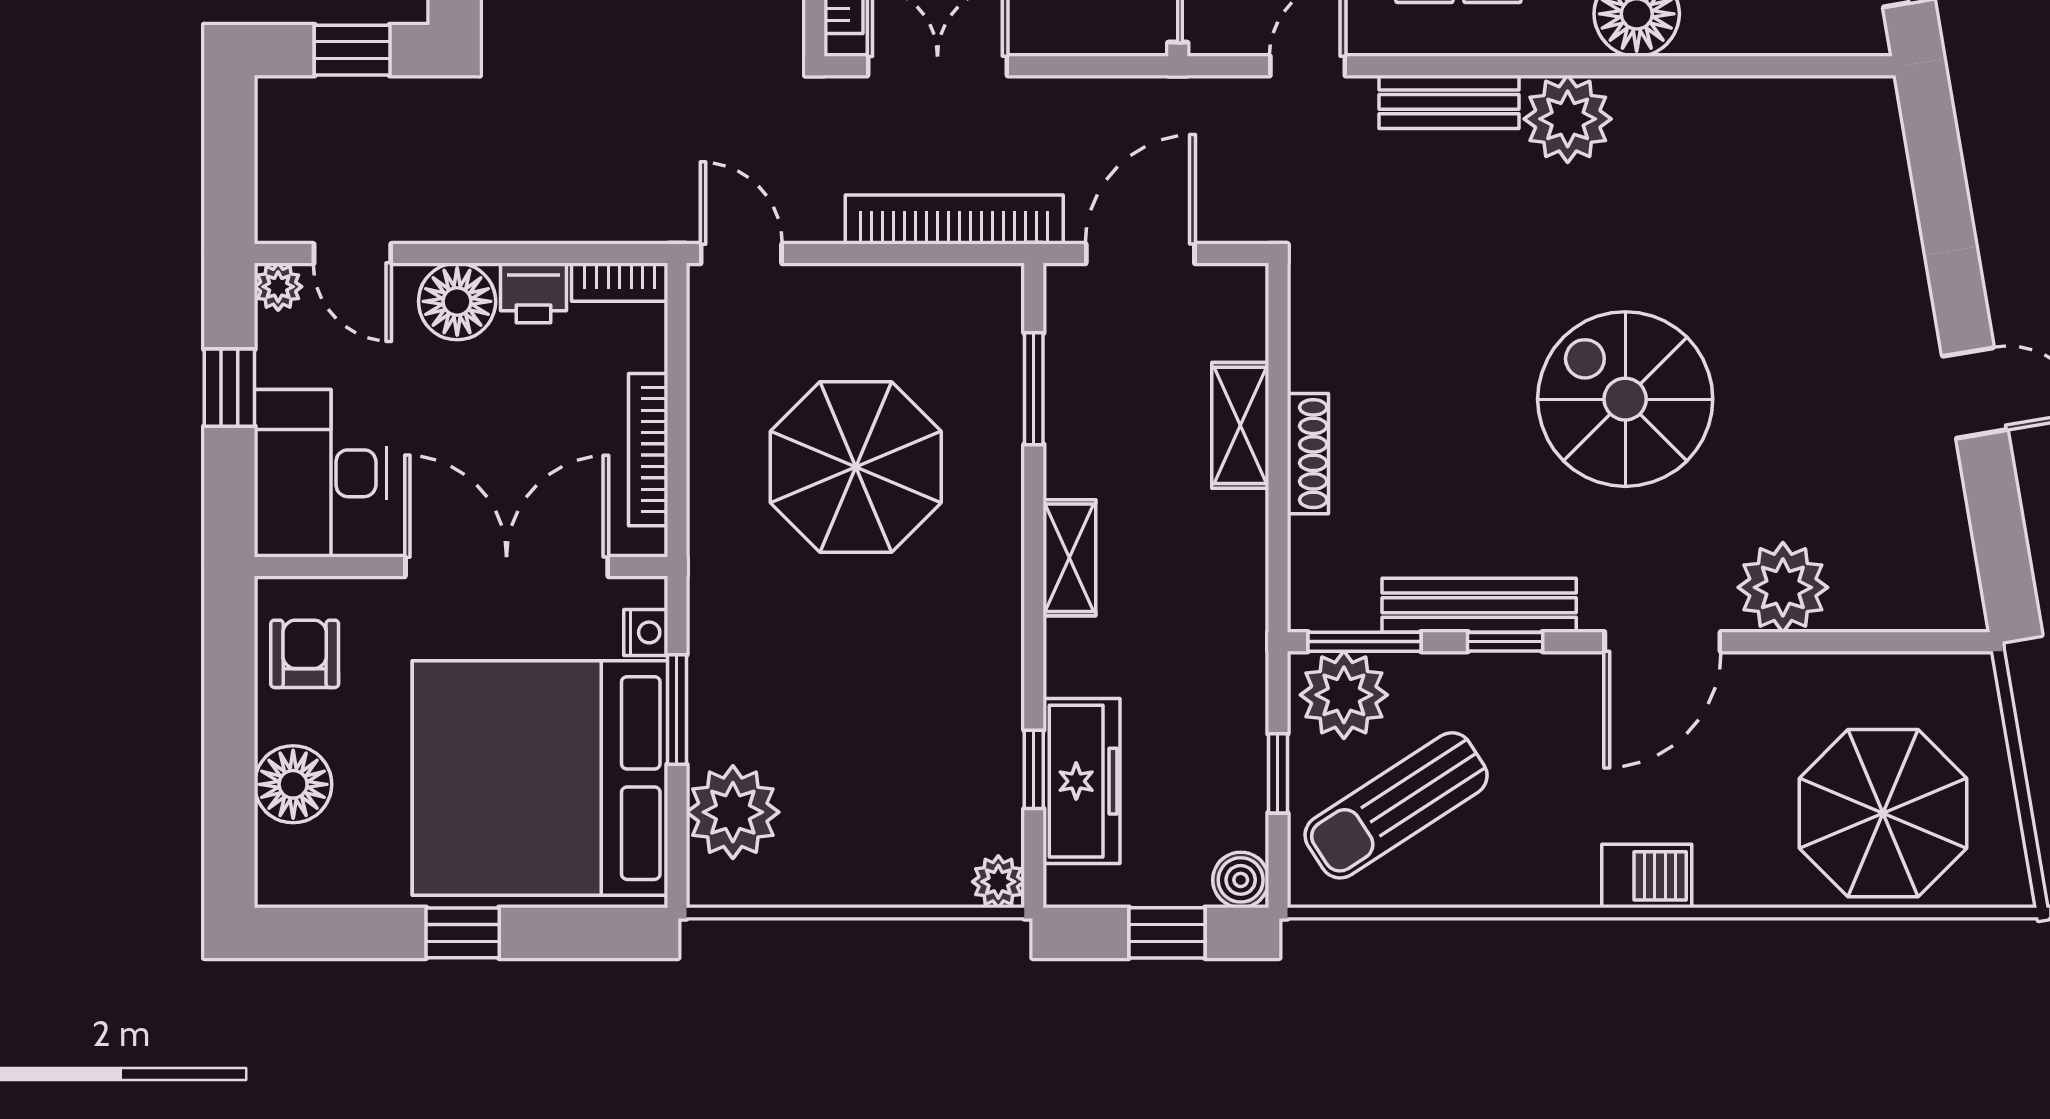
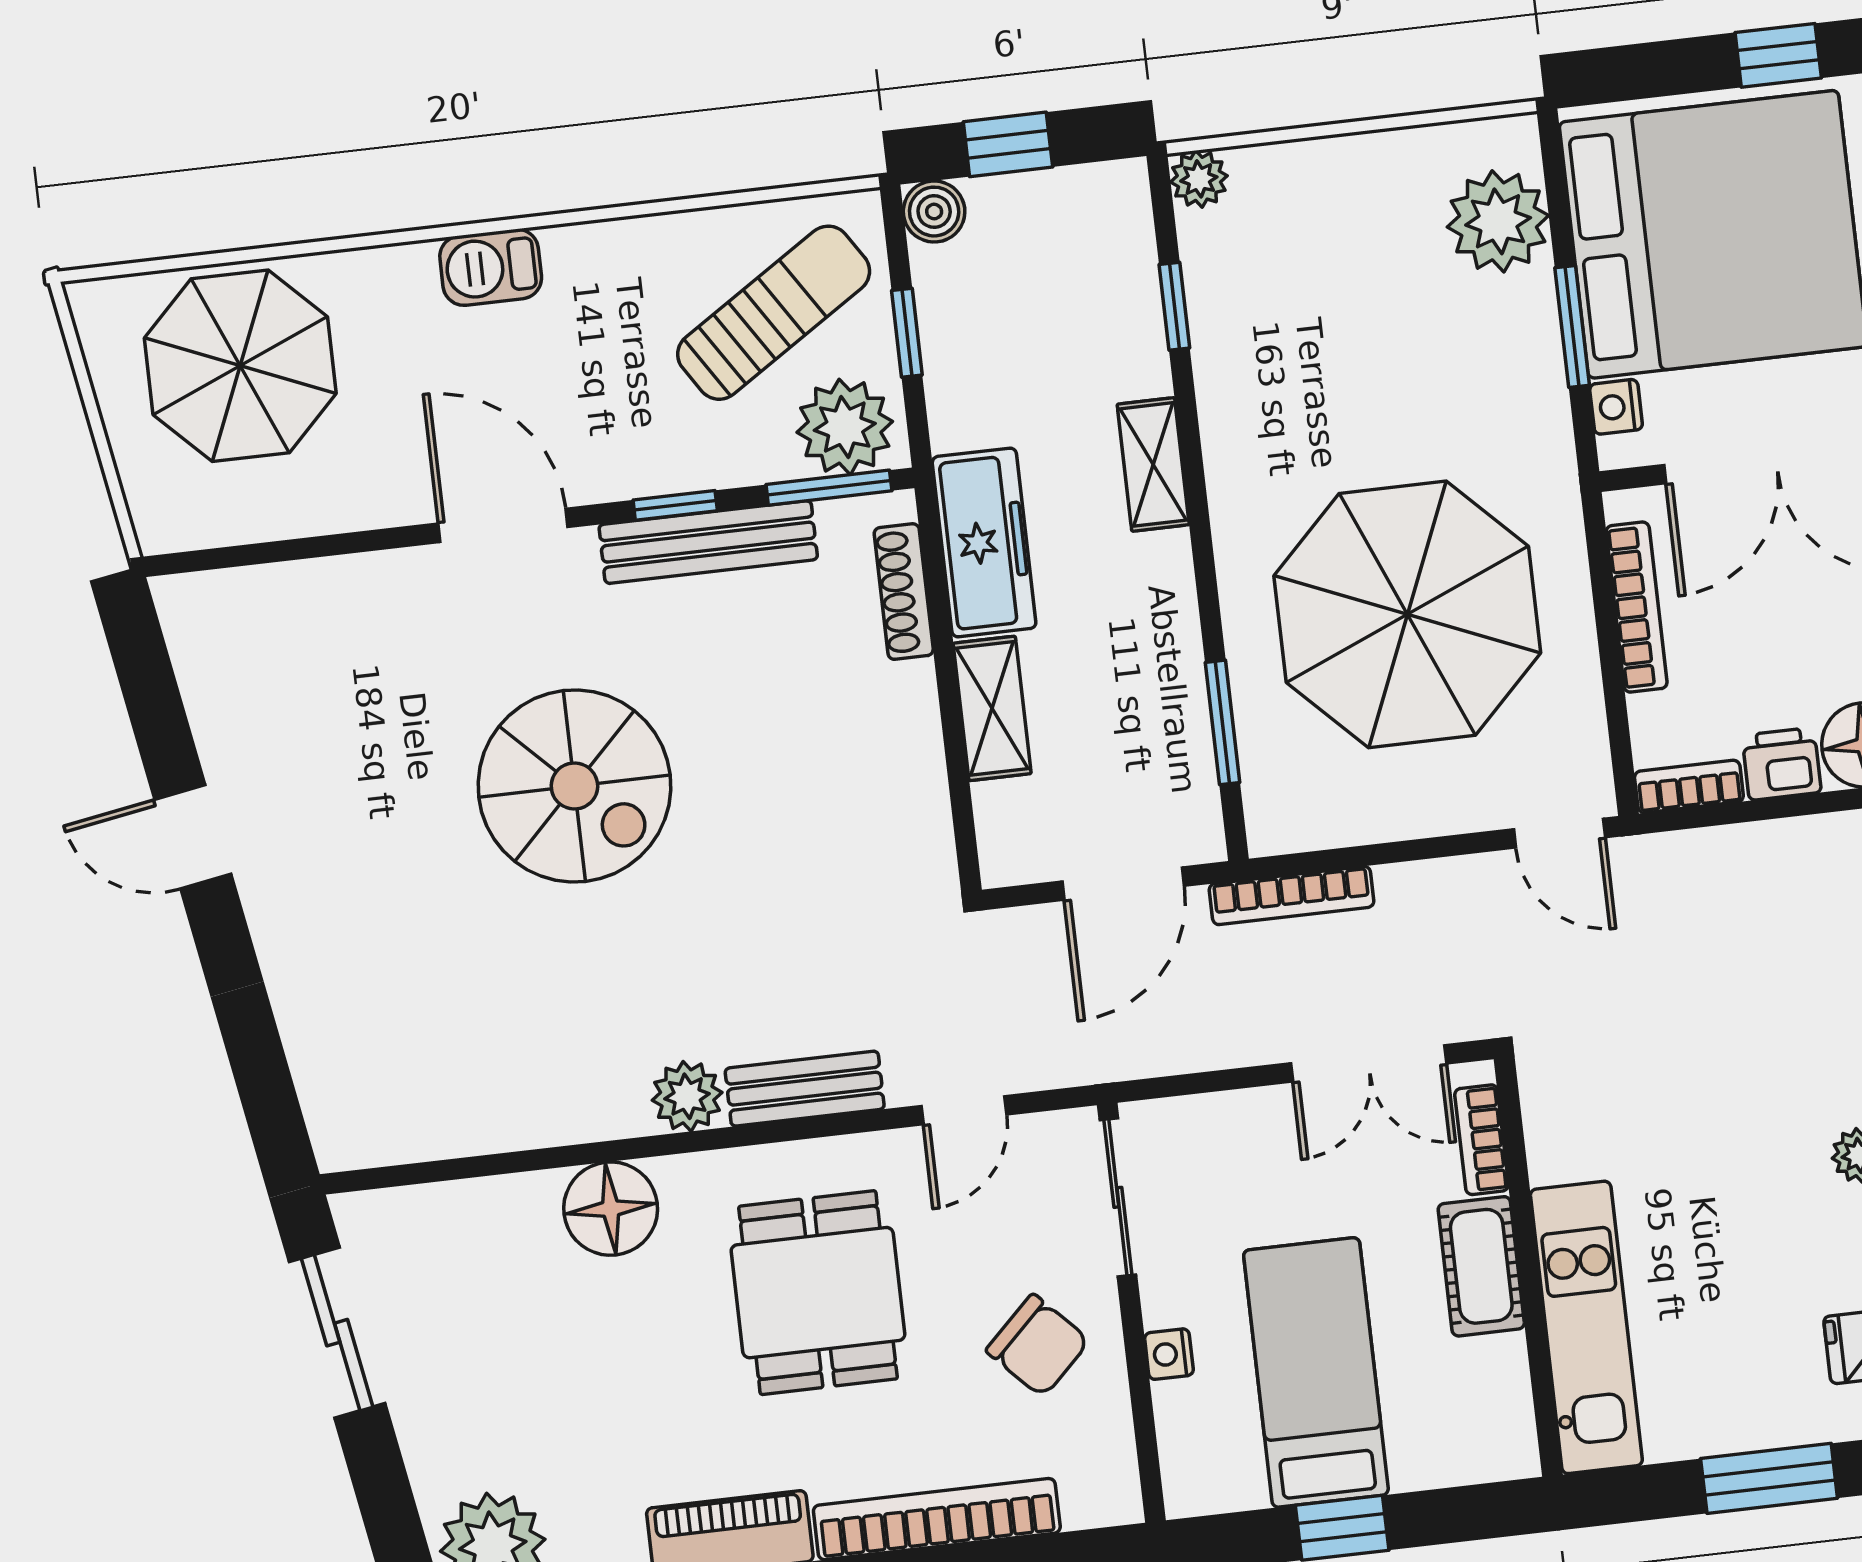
plant: (1568, 119) -> (687, 1096), width x0.73, depth x0.73
bookcase: (954, 219) -> (1292, 895), width x0.68, depth x0.76
shoe rack: (1308, 454) -> (904, 592), moved
parasol: (856, 467) -> (1407, 614), width x1.36, depth x1.36
shelving: (1069, 558) -> (1153, 464), moved
plant: (1783, 587) -> (378, 600), removed
door: (1662, 642) -> (503, 525), hinge flipped
freezer: (1082, 781) -> (984, 542), moved, turned 180

